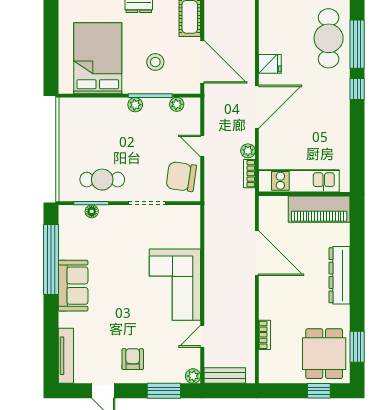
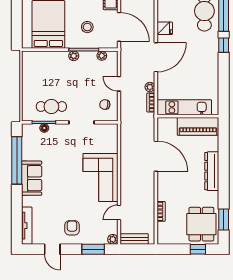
chair: (181, 177) -> (105, 105), width x0.54, depth x0.54

